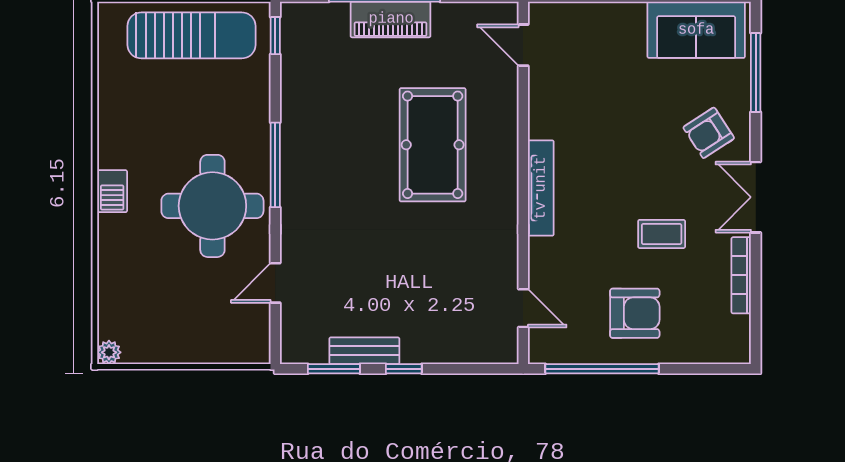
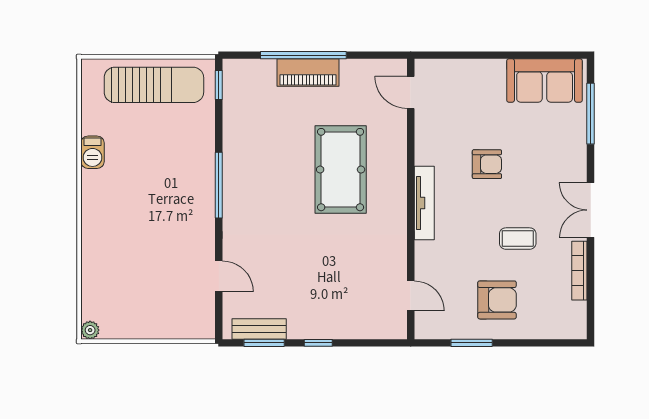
armchair: (709, 133) -> (487, 164), moved, turned -147
barbecue: (112, 191) -> (92, 152), moved
round table: (212, 206) -> (170, 217), removed
door: (275, 283) -> (219, 276), swing flipped
bench: (364, 351) -> (259, 329), moved
window: (602, 369) -> (472, 343), width x0.47

